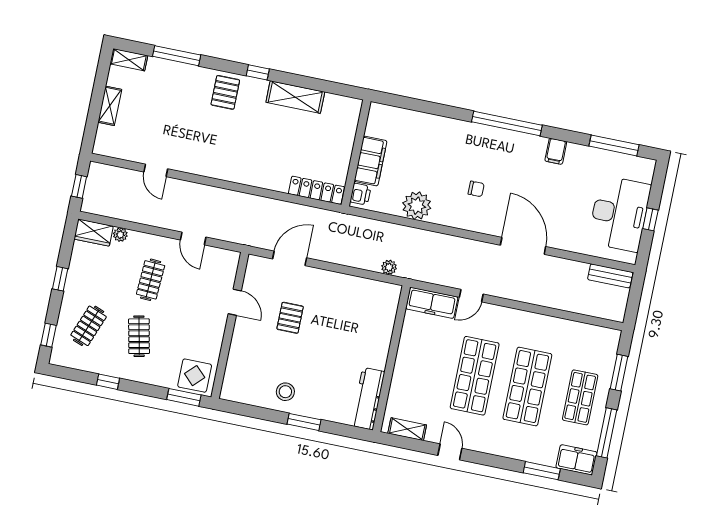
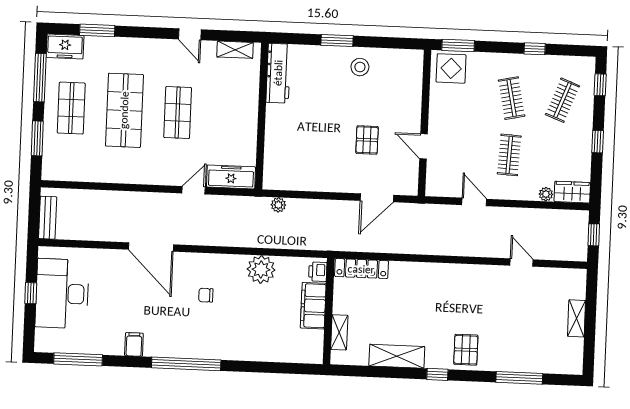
shelving: (129, 60) -> (339, 332), moved, turned 90
bench: (610, 276) -> (48, 218), moved, turned 90
shop shelf: (475, 376) -> (178, 113), width x0.70, depth x0.74

